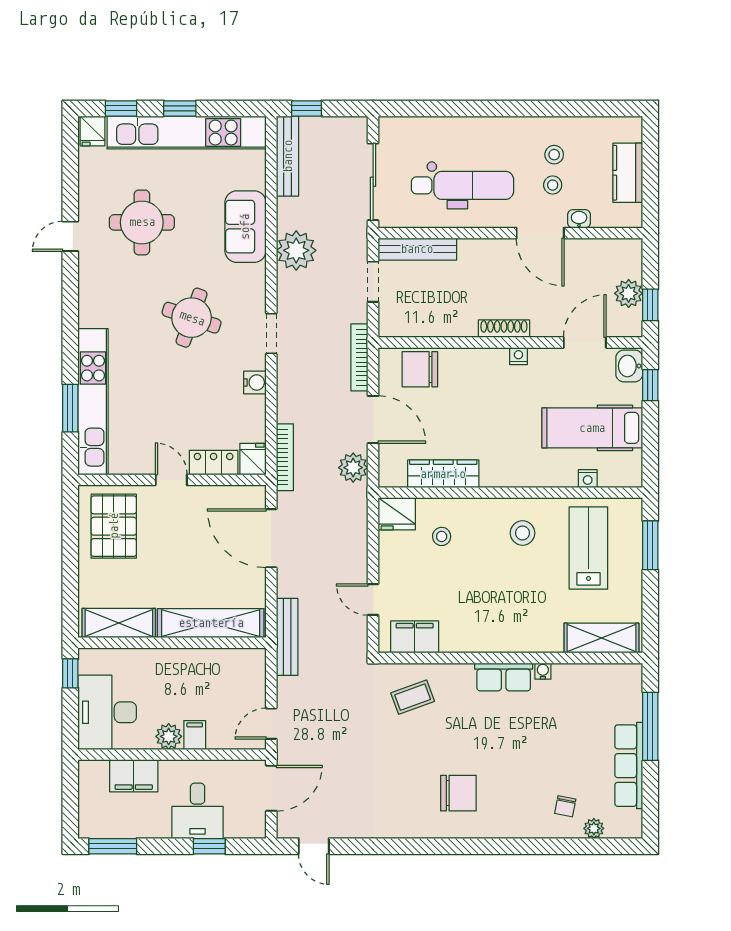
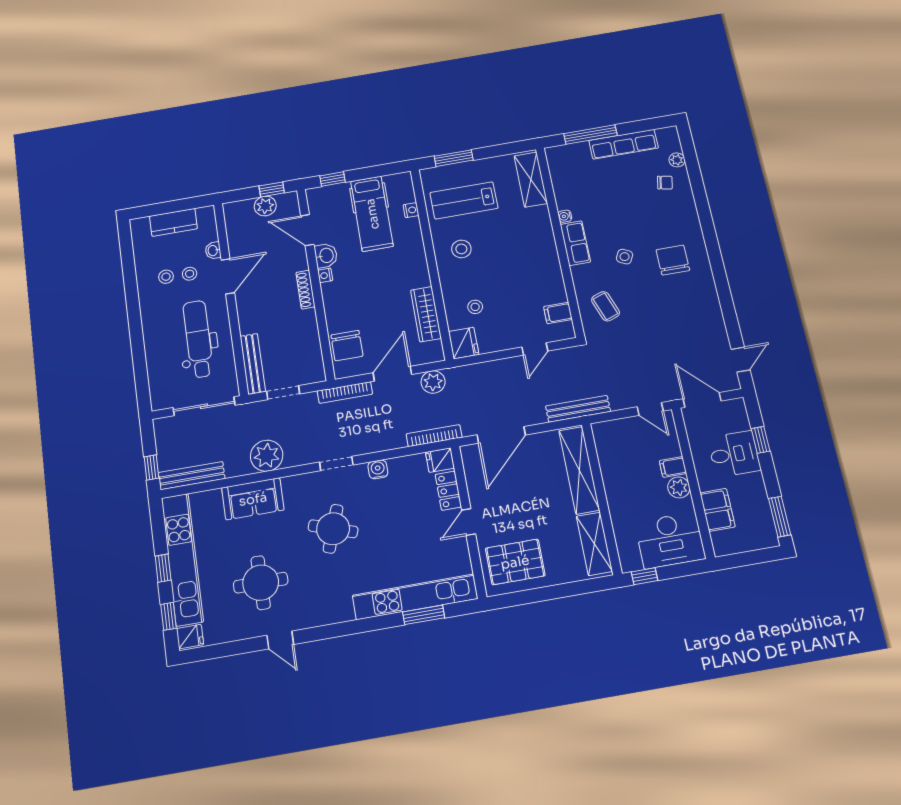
washbasin: (629, 366) -> (326, 256), moved, turned -90
filing cabinet: (415, 637) -> (558, 313), width x0.50
side table: (474, 734) -> (625, 257), added

